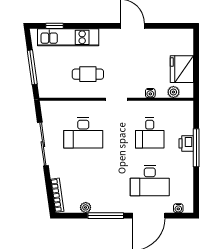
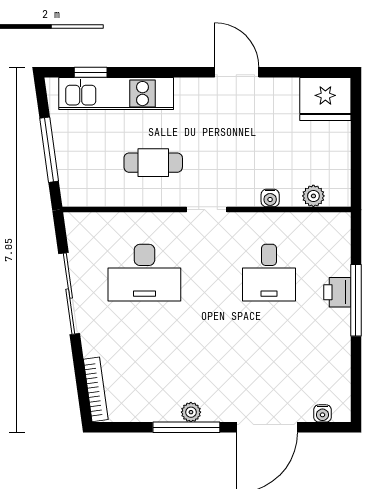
fridge: (182, 69) -> (325, 99), moved, turned -90
desk: (150, 181) -> (269, 362), removed
plant: (86, 207) -> (191, 412), moved

